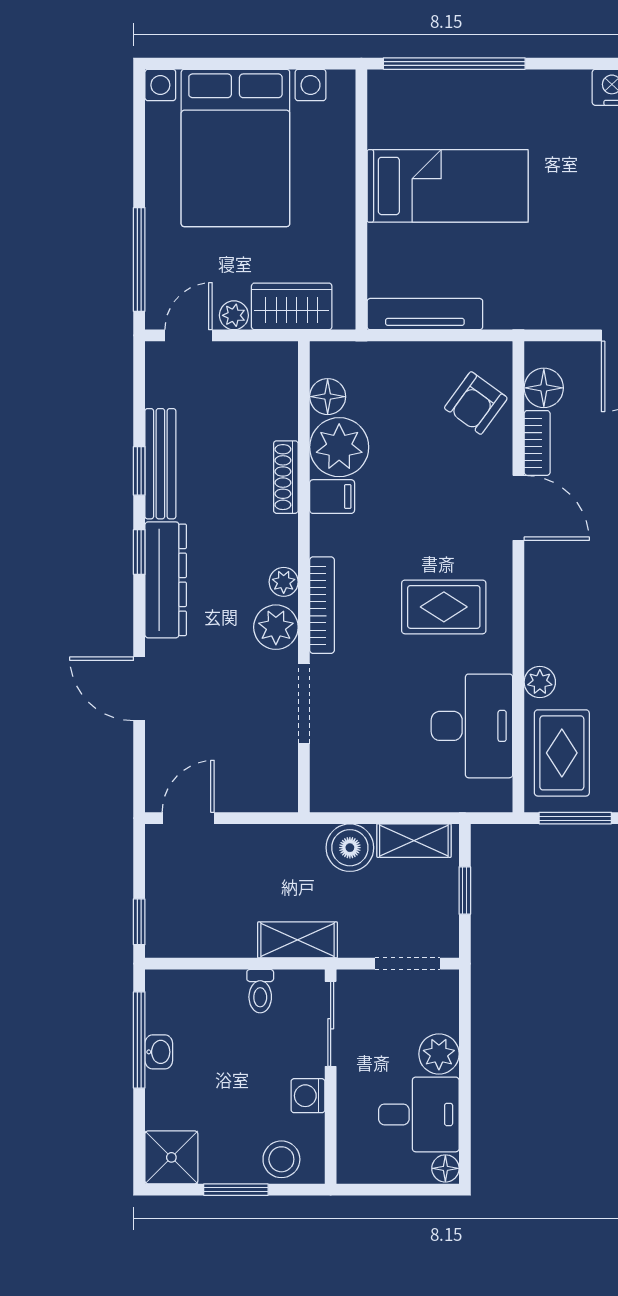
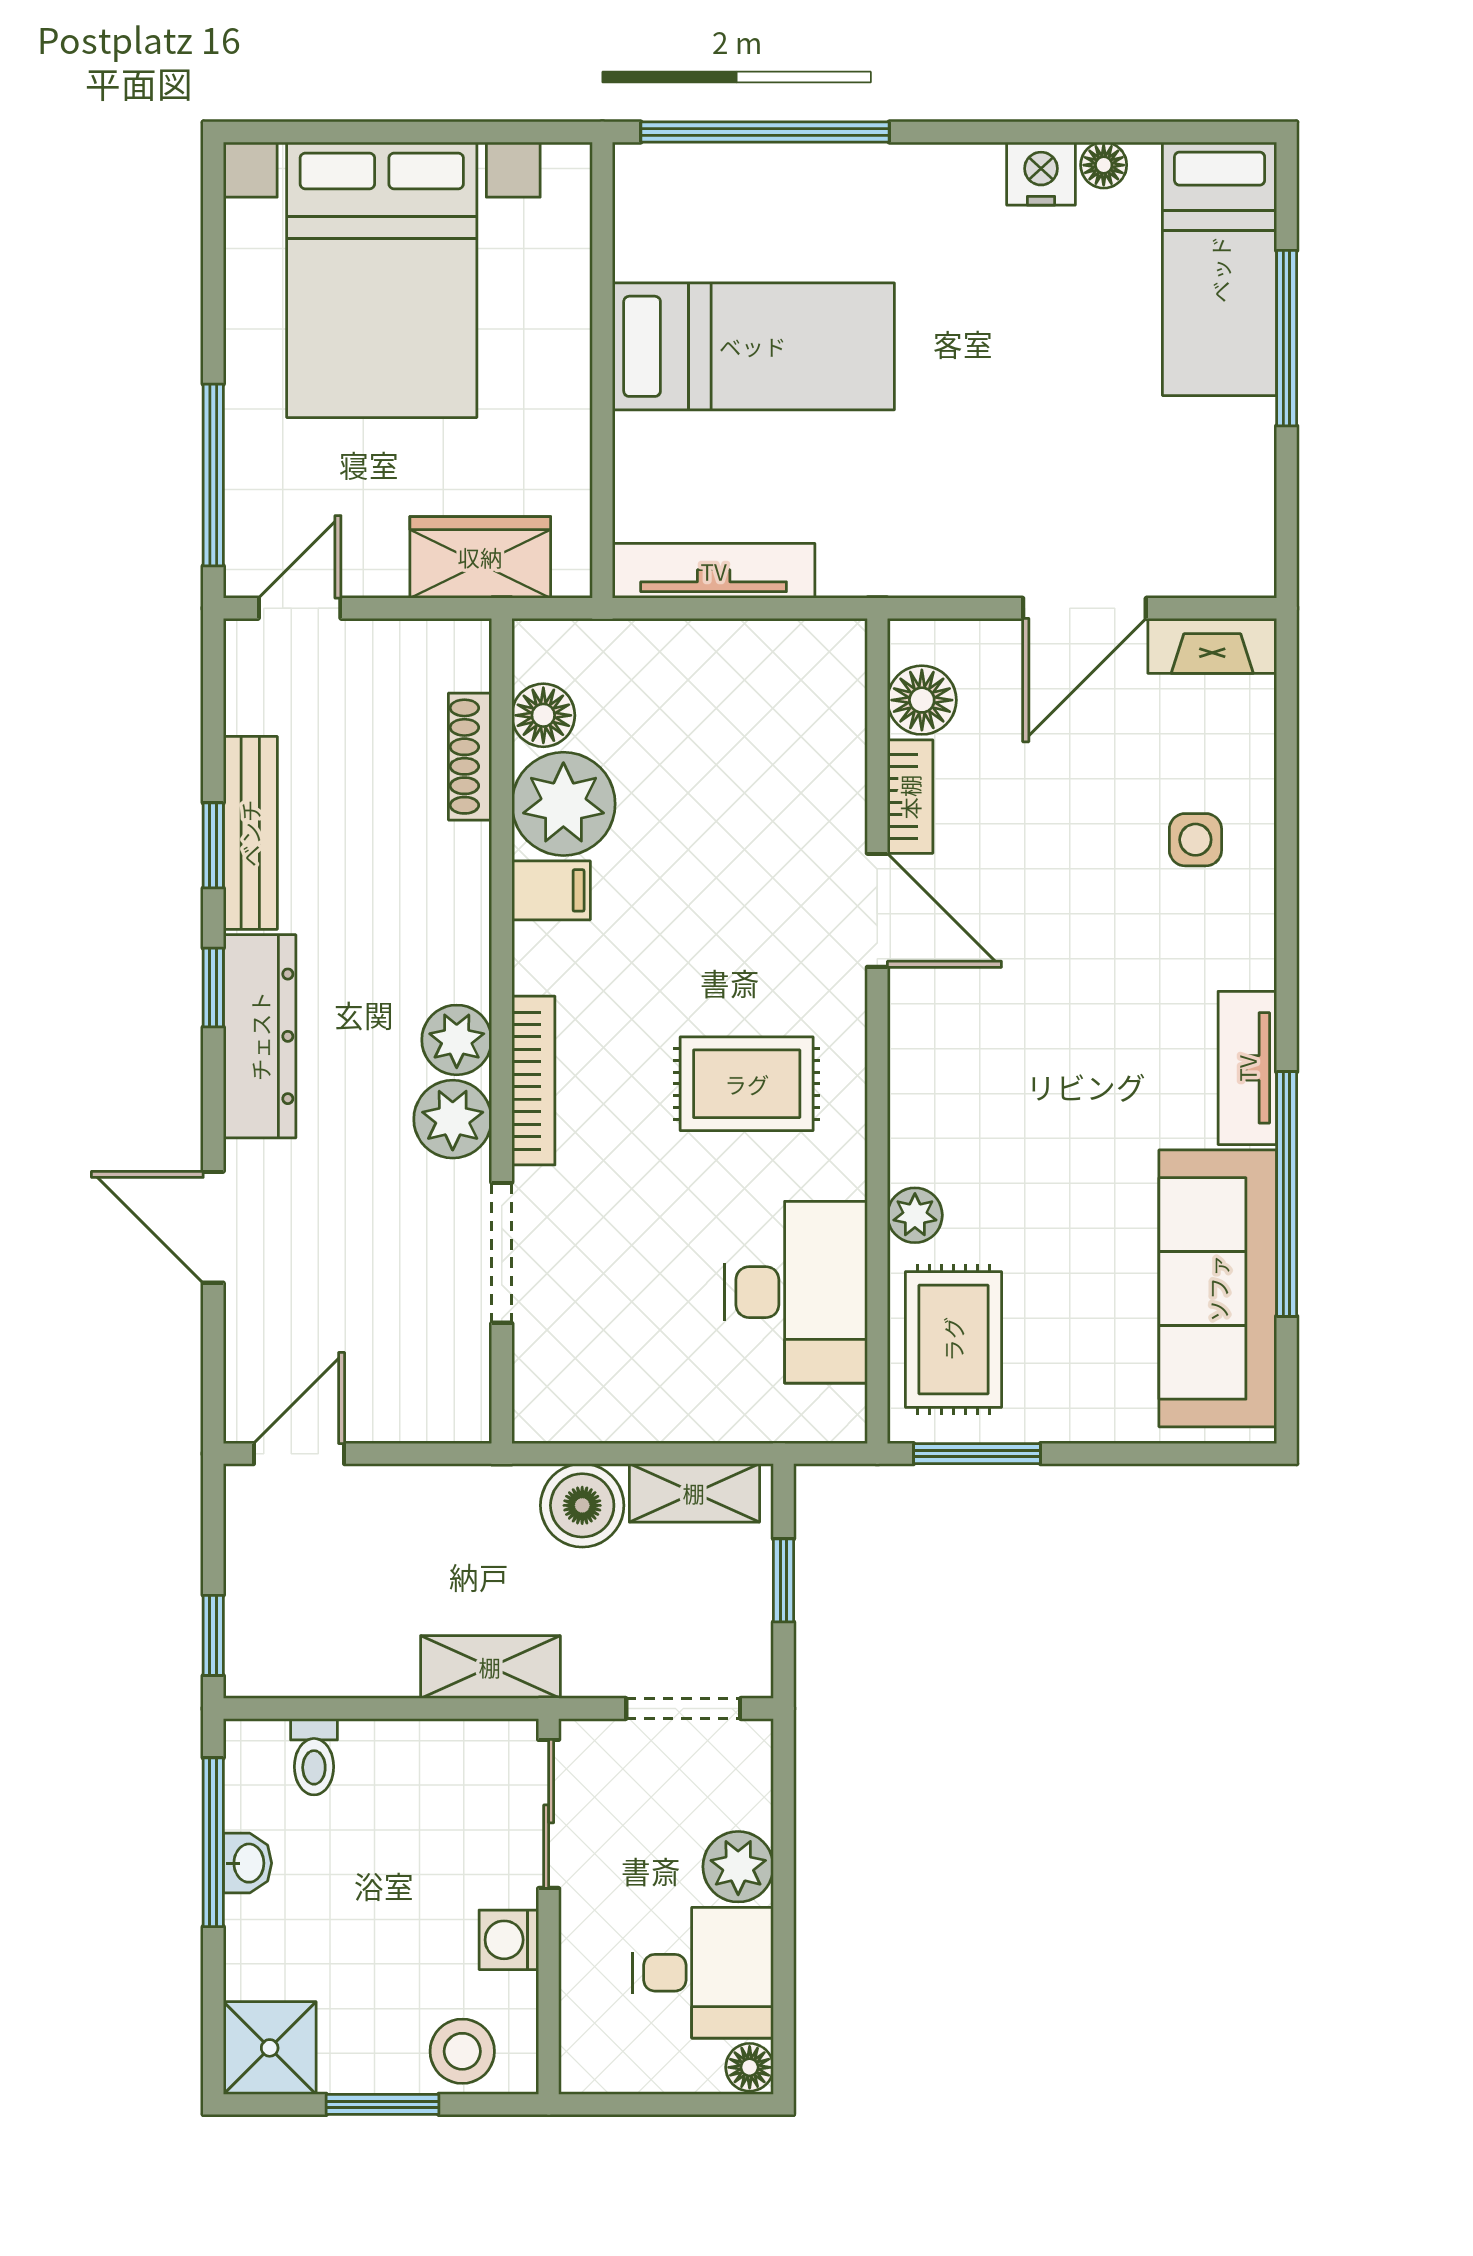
plant: (234, 315) -> (379, 573), removed
armchair: (476, 403) -> (803, 727), removed
shoe rack: (286, 477) -> (470, 757), moved
plant: (284, 582) -> (457, 1040), width x1.38, depth x1.38
toilet: (260, 991) -> (314, 1757), moved

